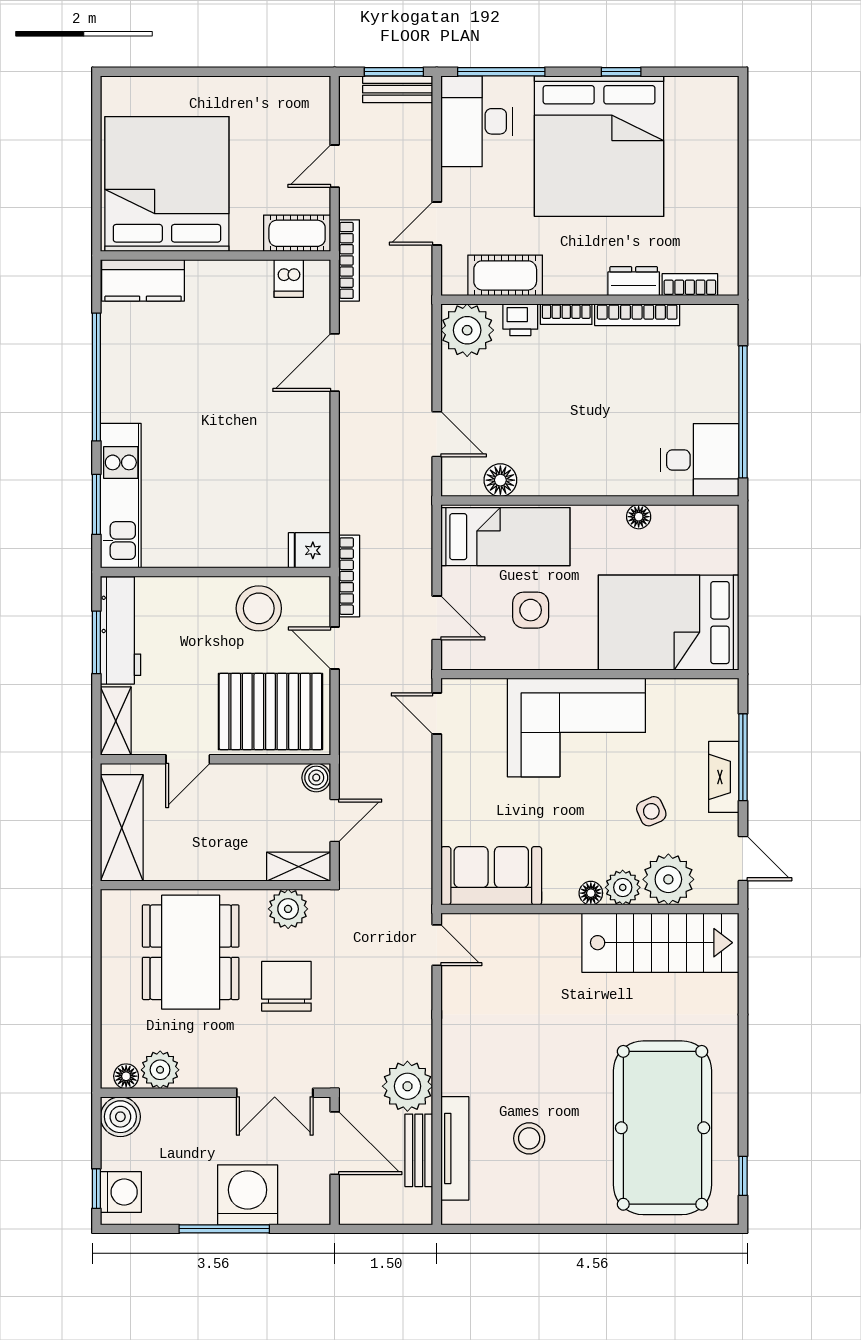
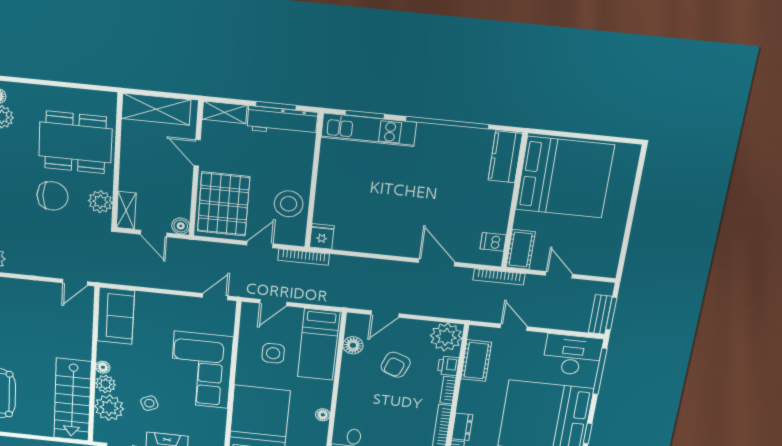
armchair: (528, 406) -> (396, 365), added

